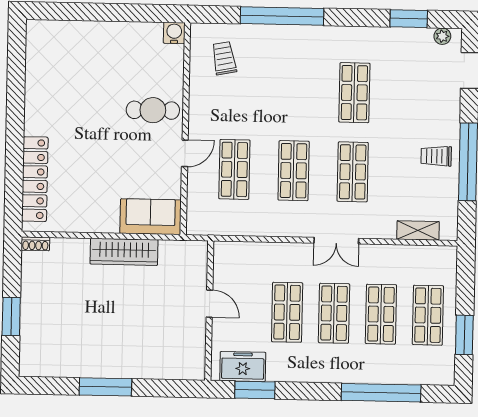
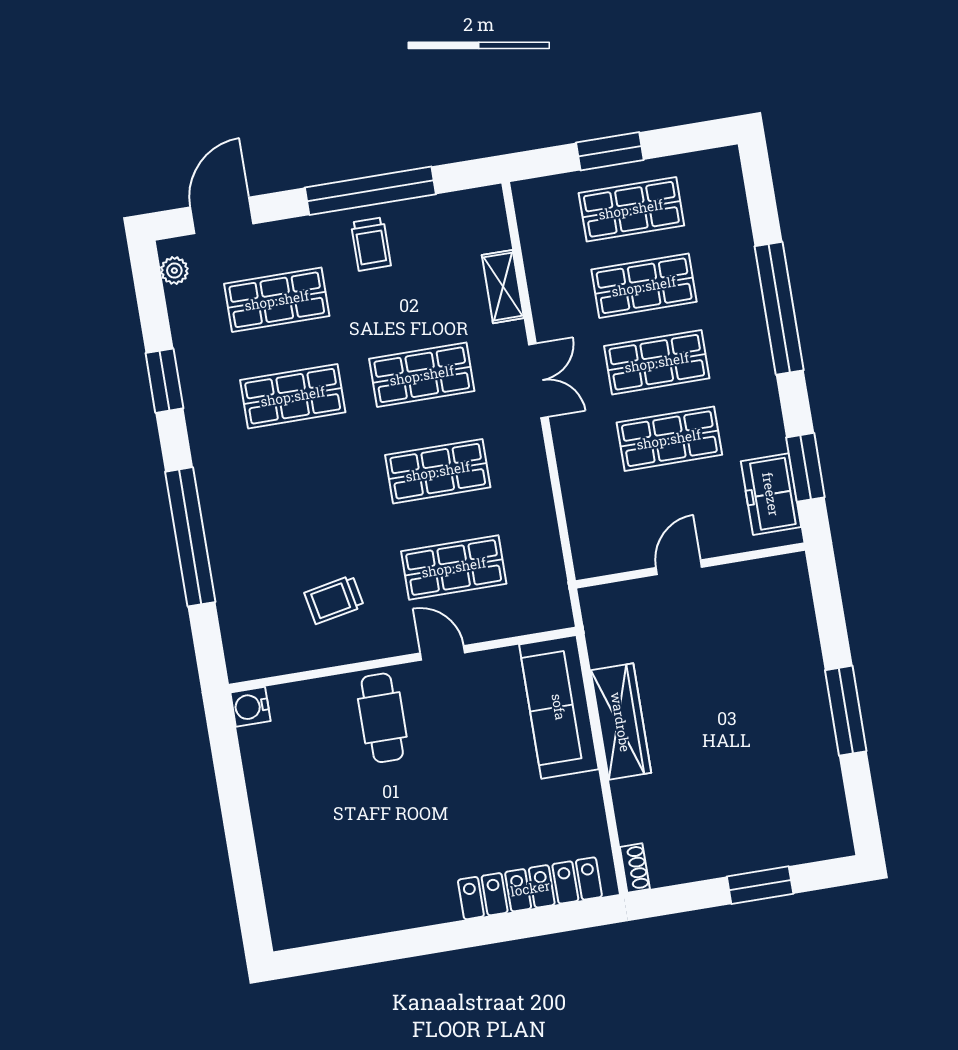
window: (409, 19) -> (164, 381), moved
trolley: (224, 58) -> (334, 600), moved
shop shelf: (413, 94) -> (277, 300), added
sofa: (151, 217) -> (559, 707), width x1.36
shelving: (418, 230) -> (503, 287), moved
window: (464, 335) -> (610, 151), moved
window: (381, 393) -> (779, 308), moved

